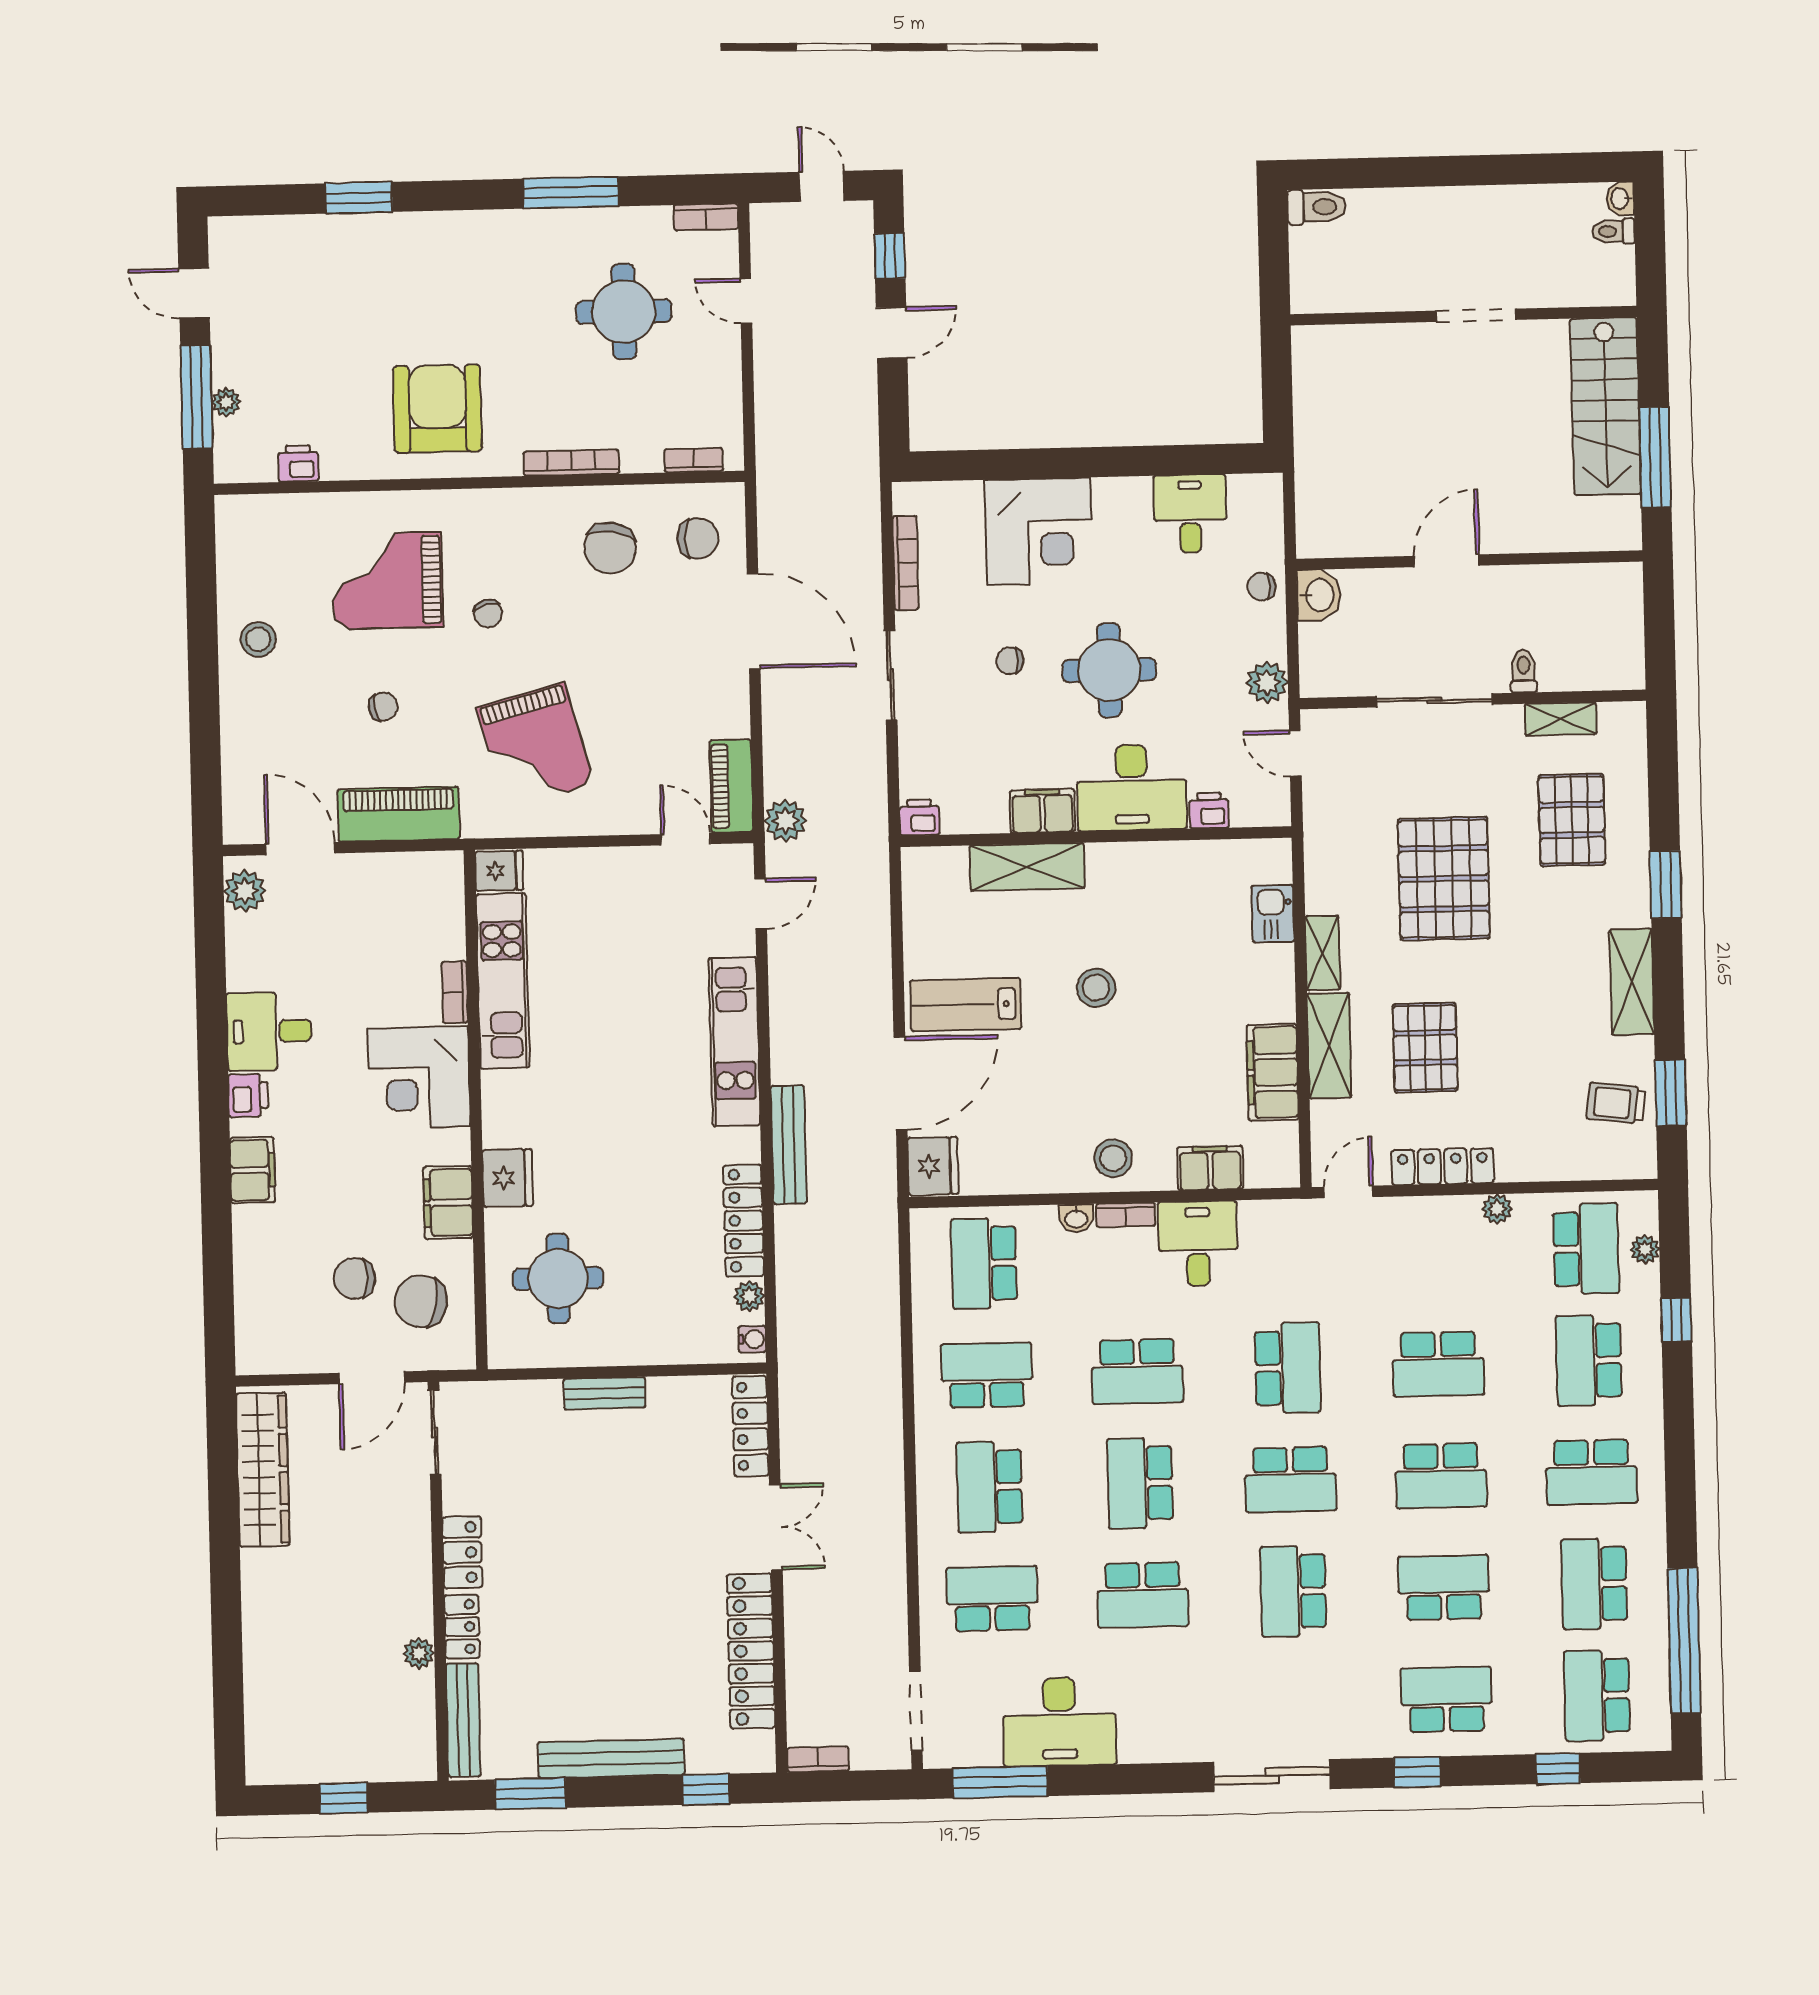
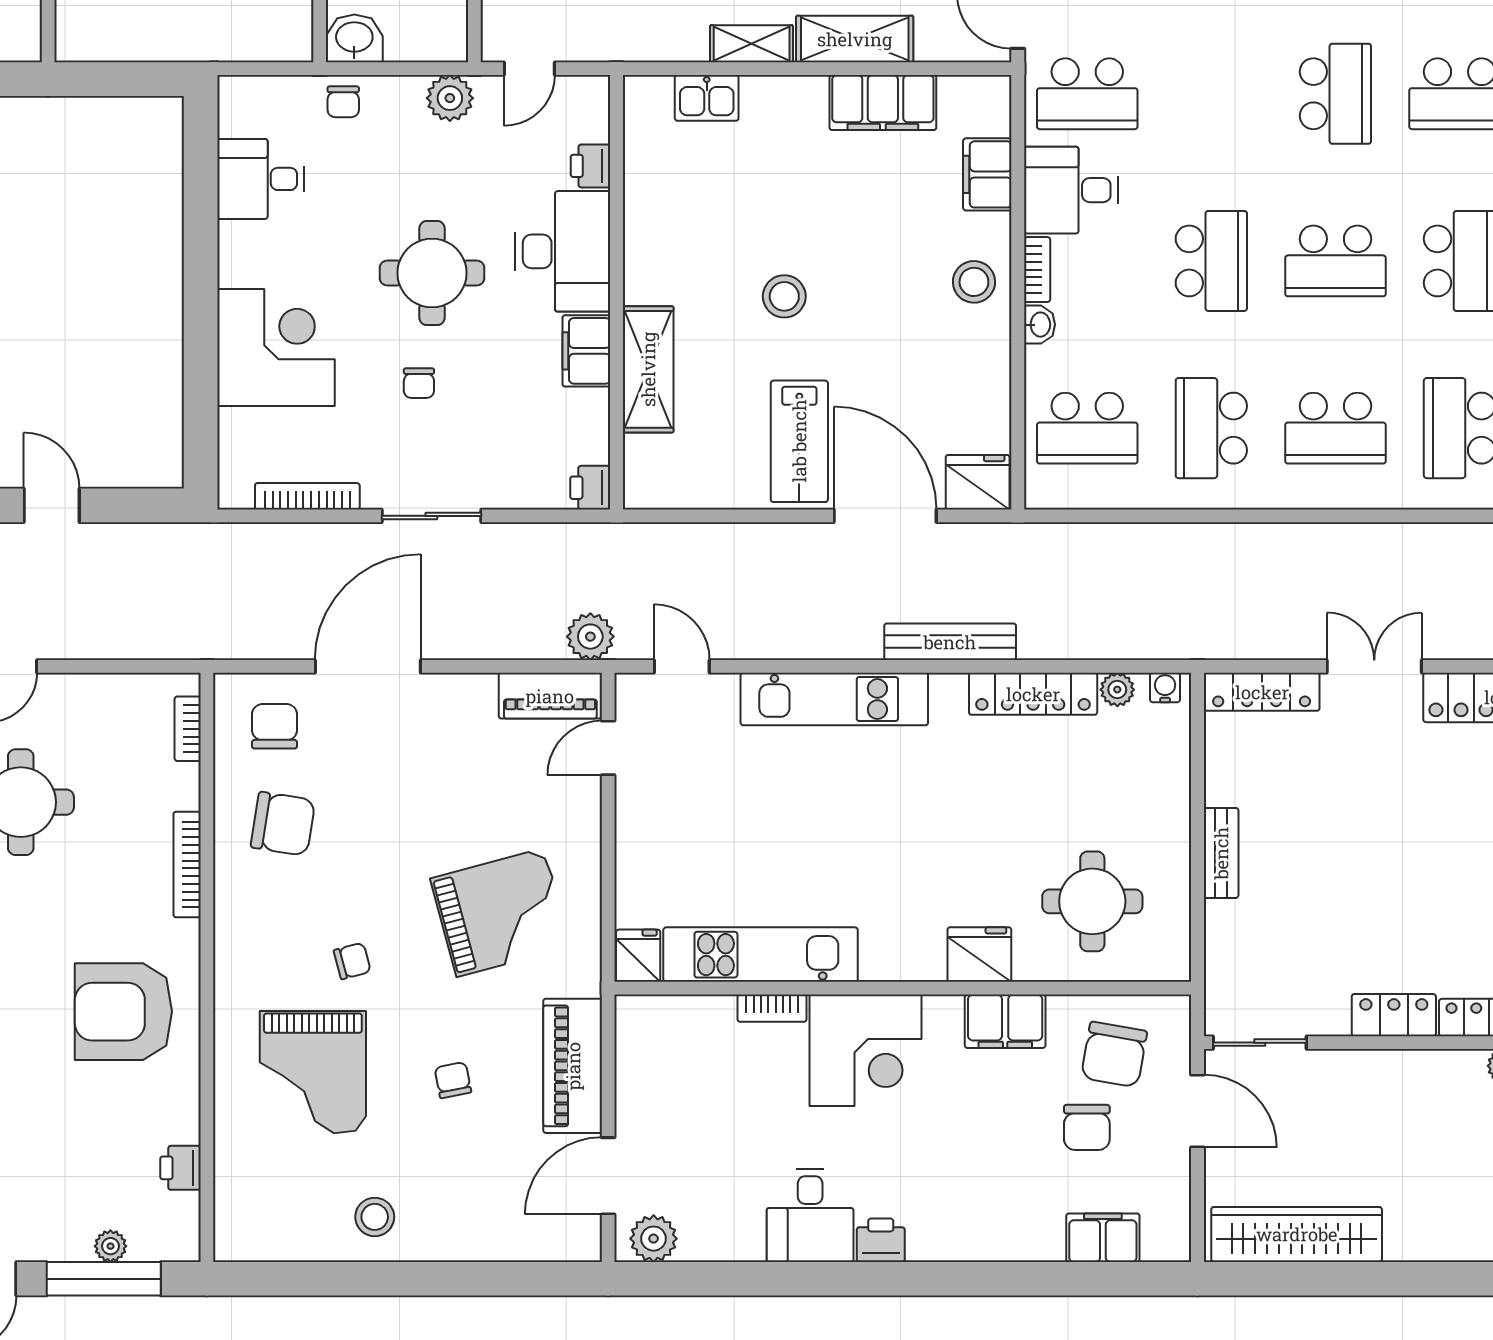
filing cabinet: (252, 1170) -> (1103, 1238), moved
school desk: (1288, 1368) -> (1087, 94), moved, turned 180

